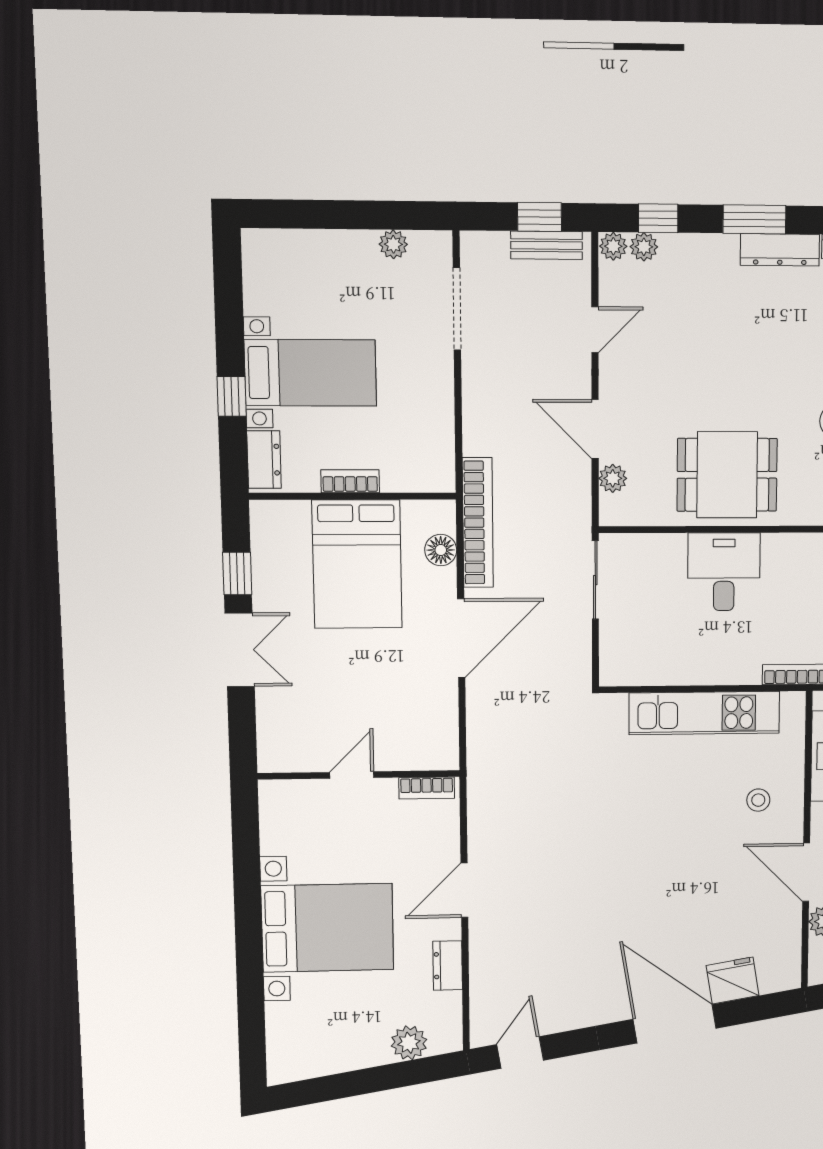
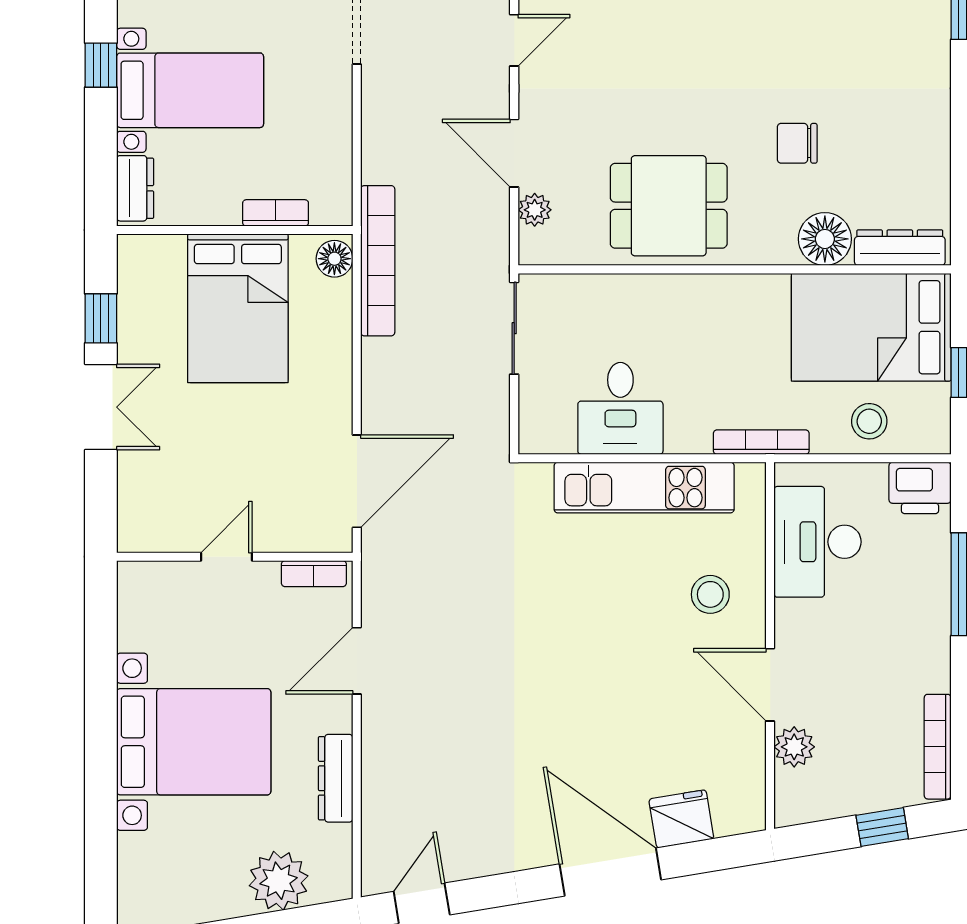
window: (232, 396) -> (101, 65), moved
bookcase: (350, 481) -> (276, 213), moved
floor lamp: (441, 550) -> (334, 259), moved
desk: (724, 572) -> (620, 408), moved, turned 180
door: (461, 638) -> (357, 481), moved
stool: (758, 800) -> (710, 594), width x1.37, depth x1.37
door: (464, 890) -> (357, 661), moved
dresser: (448, 965) -> (336, 778), width x1.44
plant: (409, 1043) -> (279, 881), width x1.36, depth x1.36

